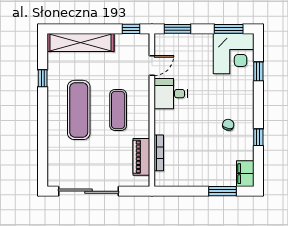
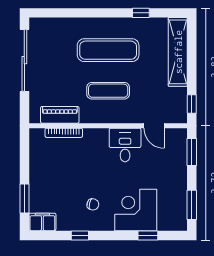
corner desk: (234, 54) -> (136, 210), moved, turned 90

